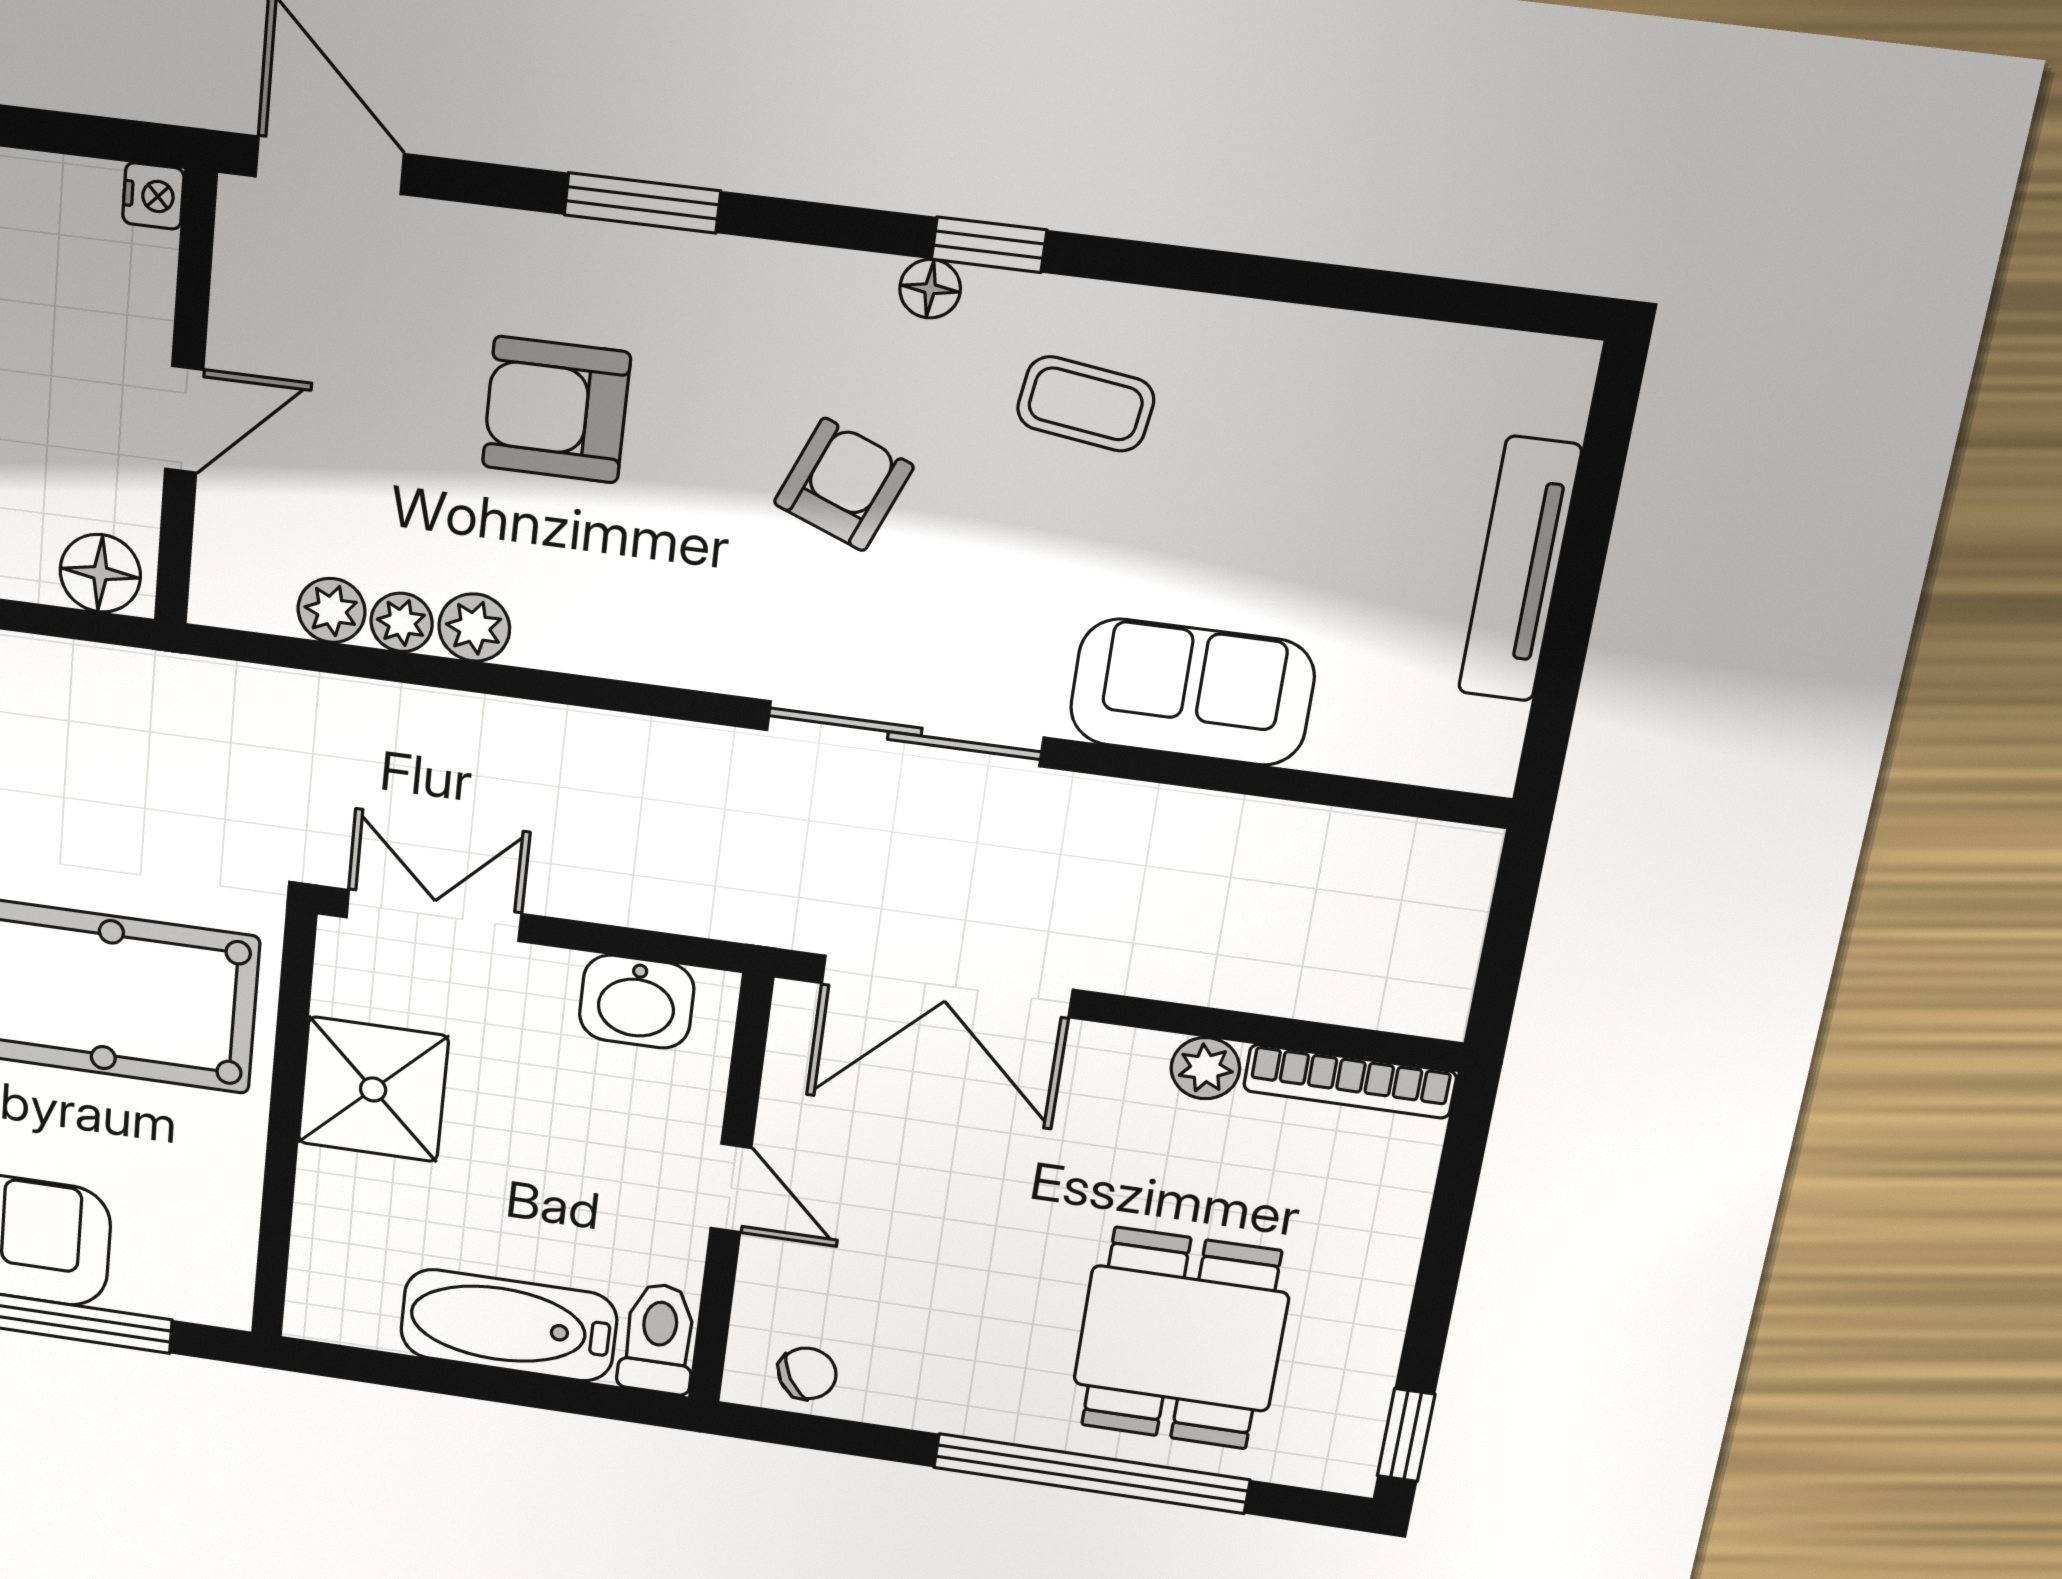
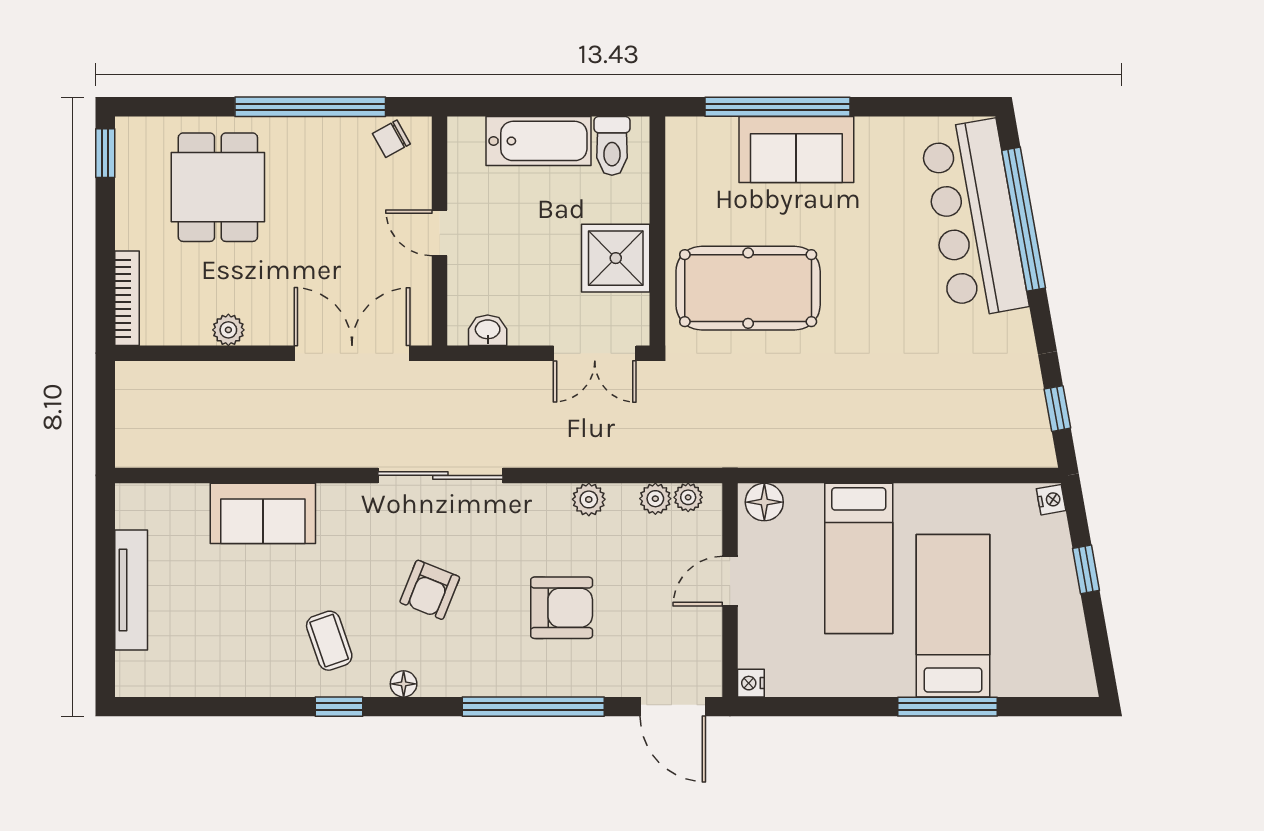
window: (642, 203) -> (533, 707), width x2.11
window: (989, 245) -> (339, 707), moved
coffee table: (1086, 404) -> (329, 641), turned 63
plant: (402, 622) -> (688, 497), moved
sliding door: (905, 734) -> (440, 475), moved
washbasin: (637, 1002) -> (488, 330), width x0.72, depth x0.69
bookcase: (1350, 1081) -> (127, 298), moved, turned 90
toilet: (658, 1338) -> (612, 146), moved
window: (1091, 1474) -> (310, 107), moved

